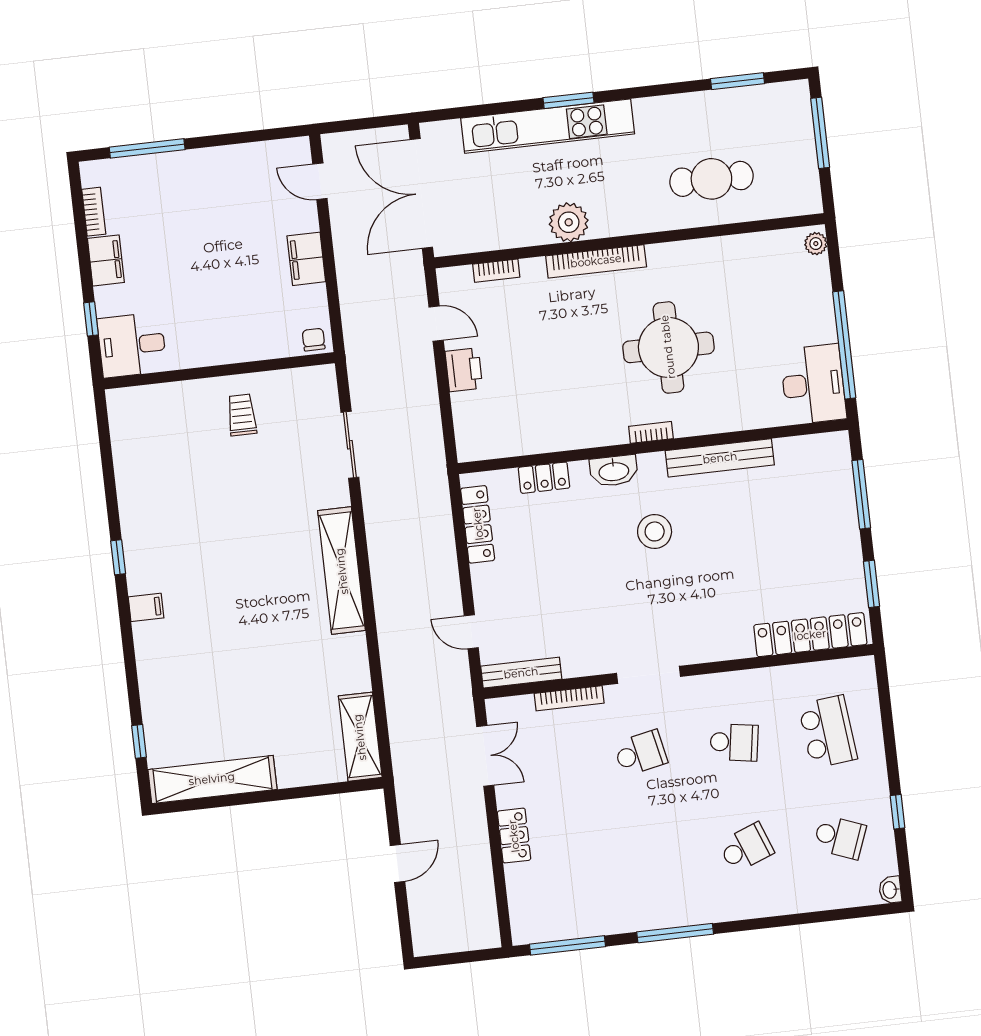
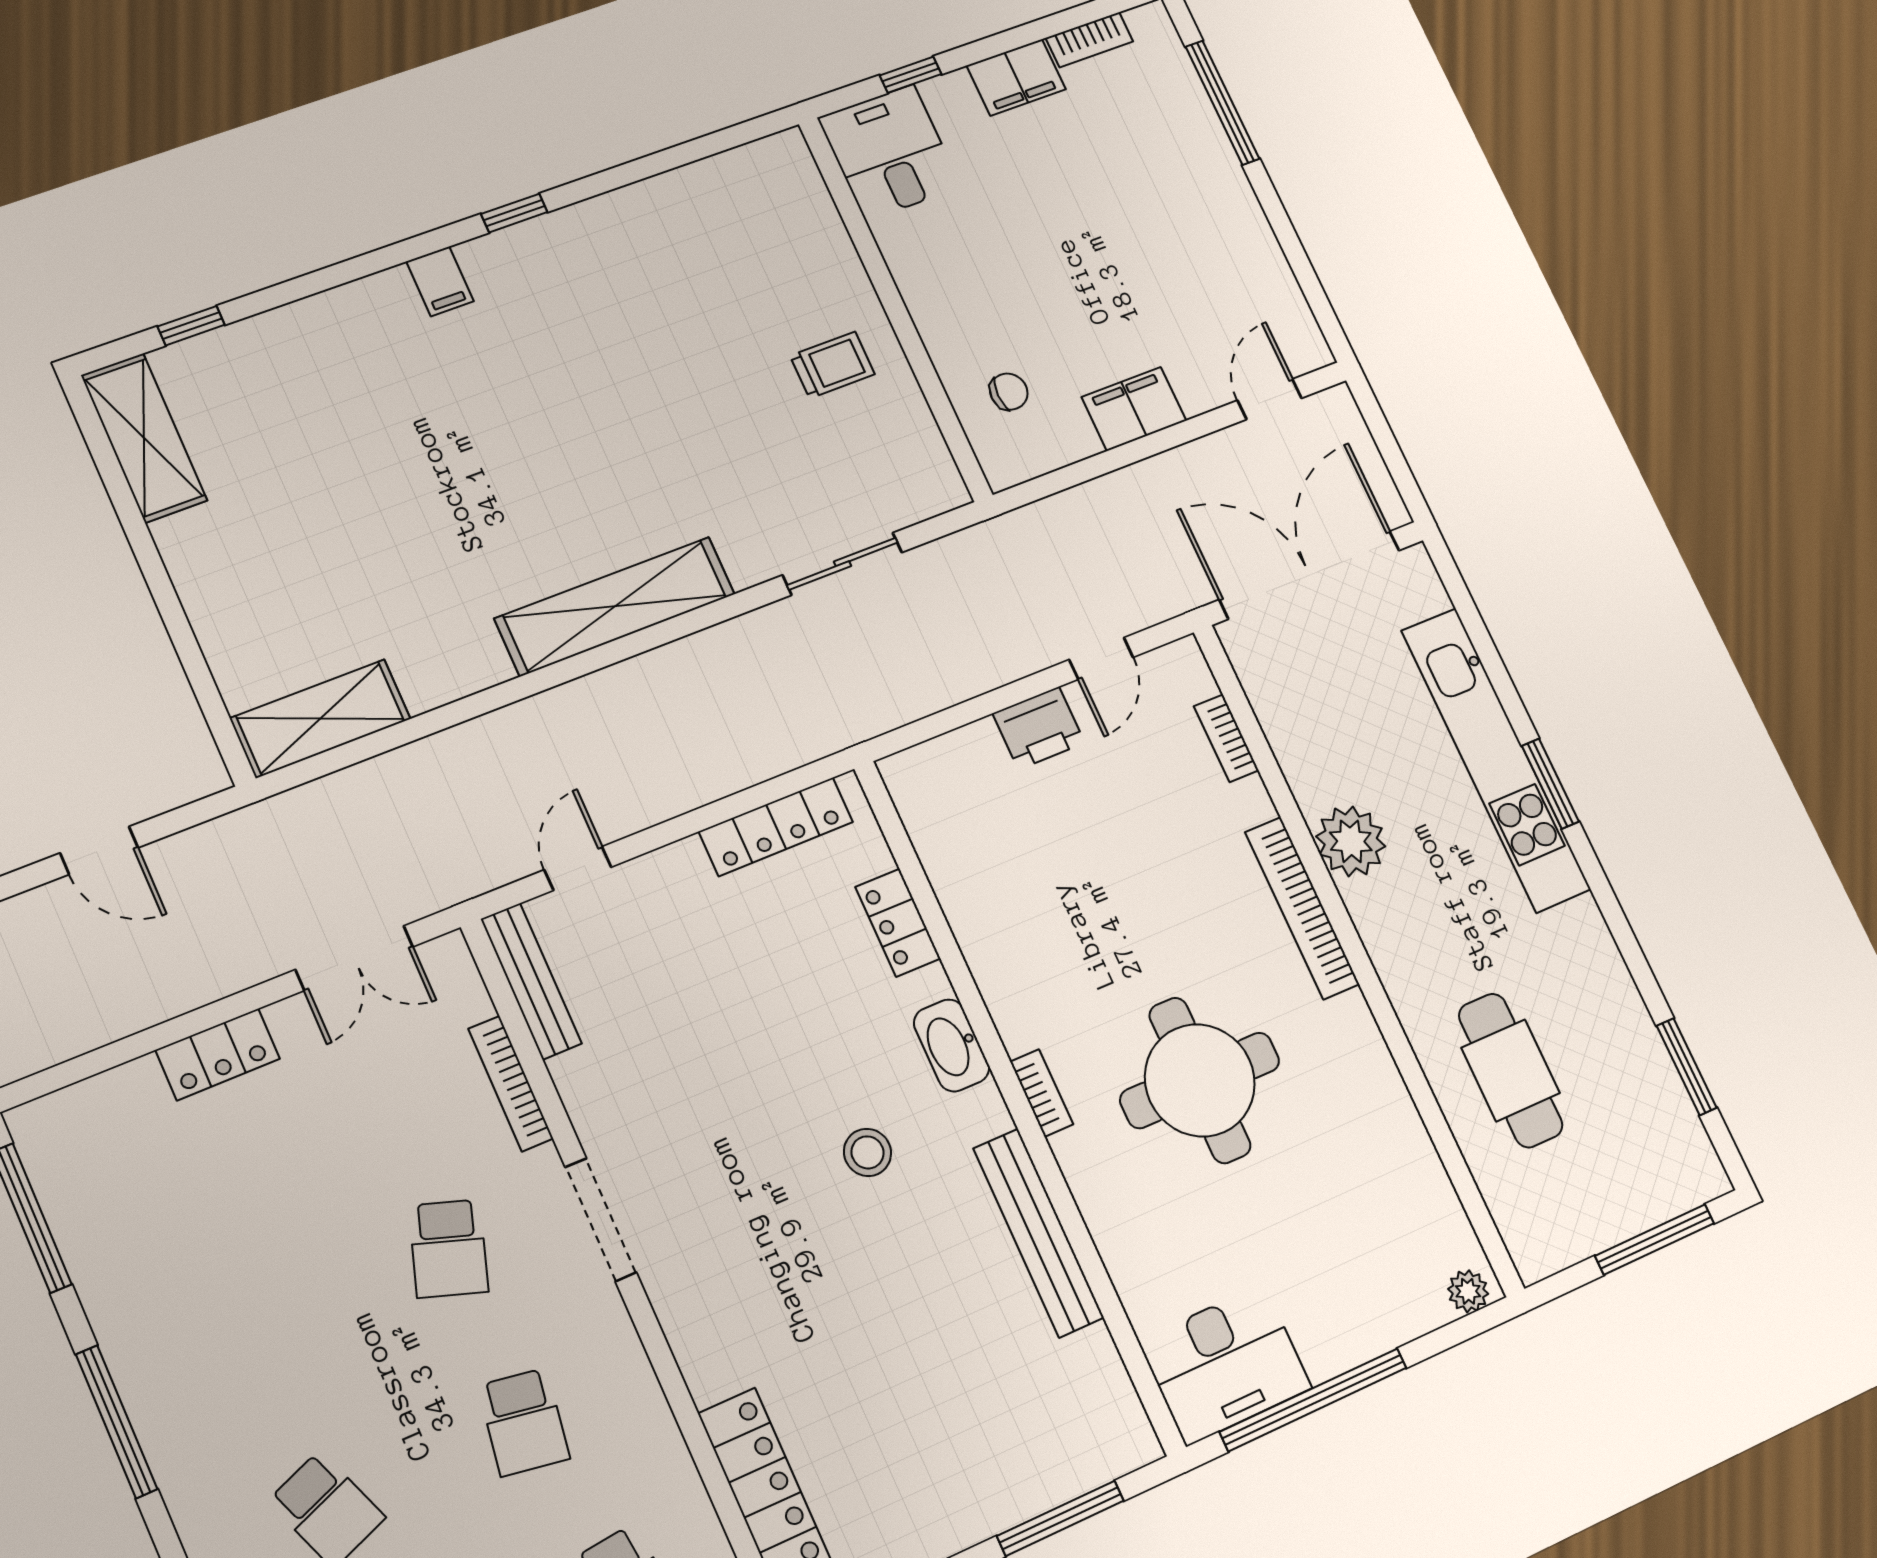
chair: (314, 340) -> (1009, 392), moved
stool: (655, 531) -> (868, 1152), width x0.73, depth x0.73
school desk: (640, 753) -> (449, 1249), turned 30
shelving: (212, 779) -> (144, 438), width x0.68

